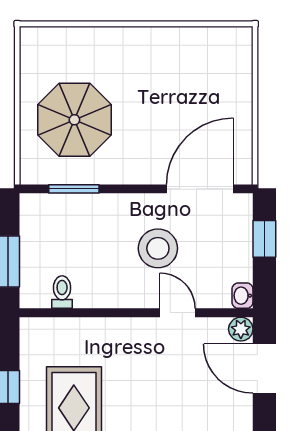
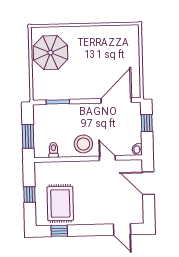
parasol: (74, 120) -> (51, 53), moved
stool: (158, 248) -> (83, 144), moved
plant: (241, 329) -> (137, 165), removed

